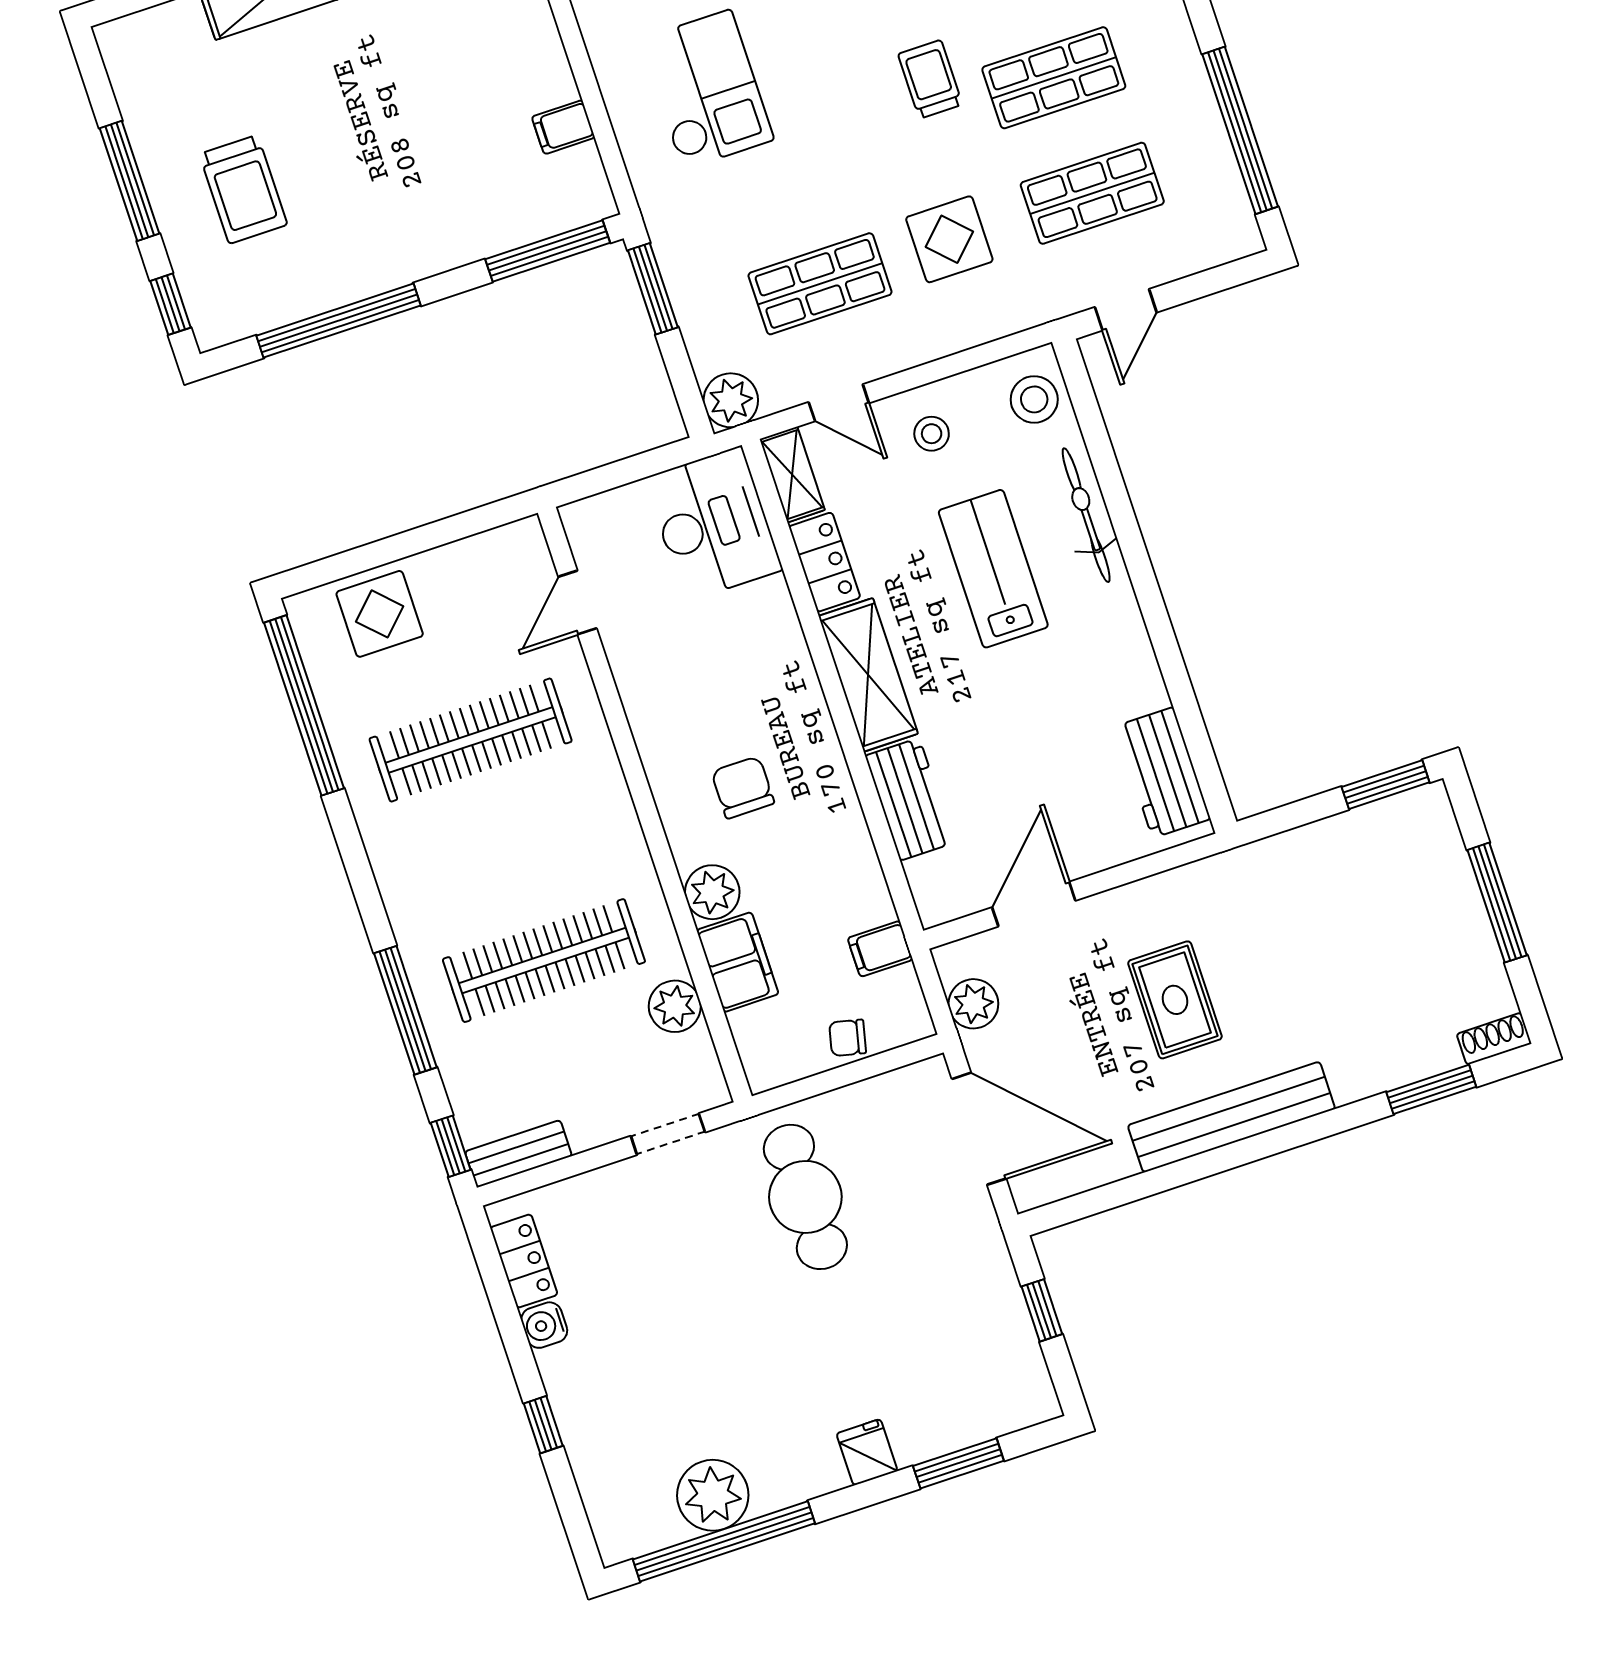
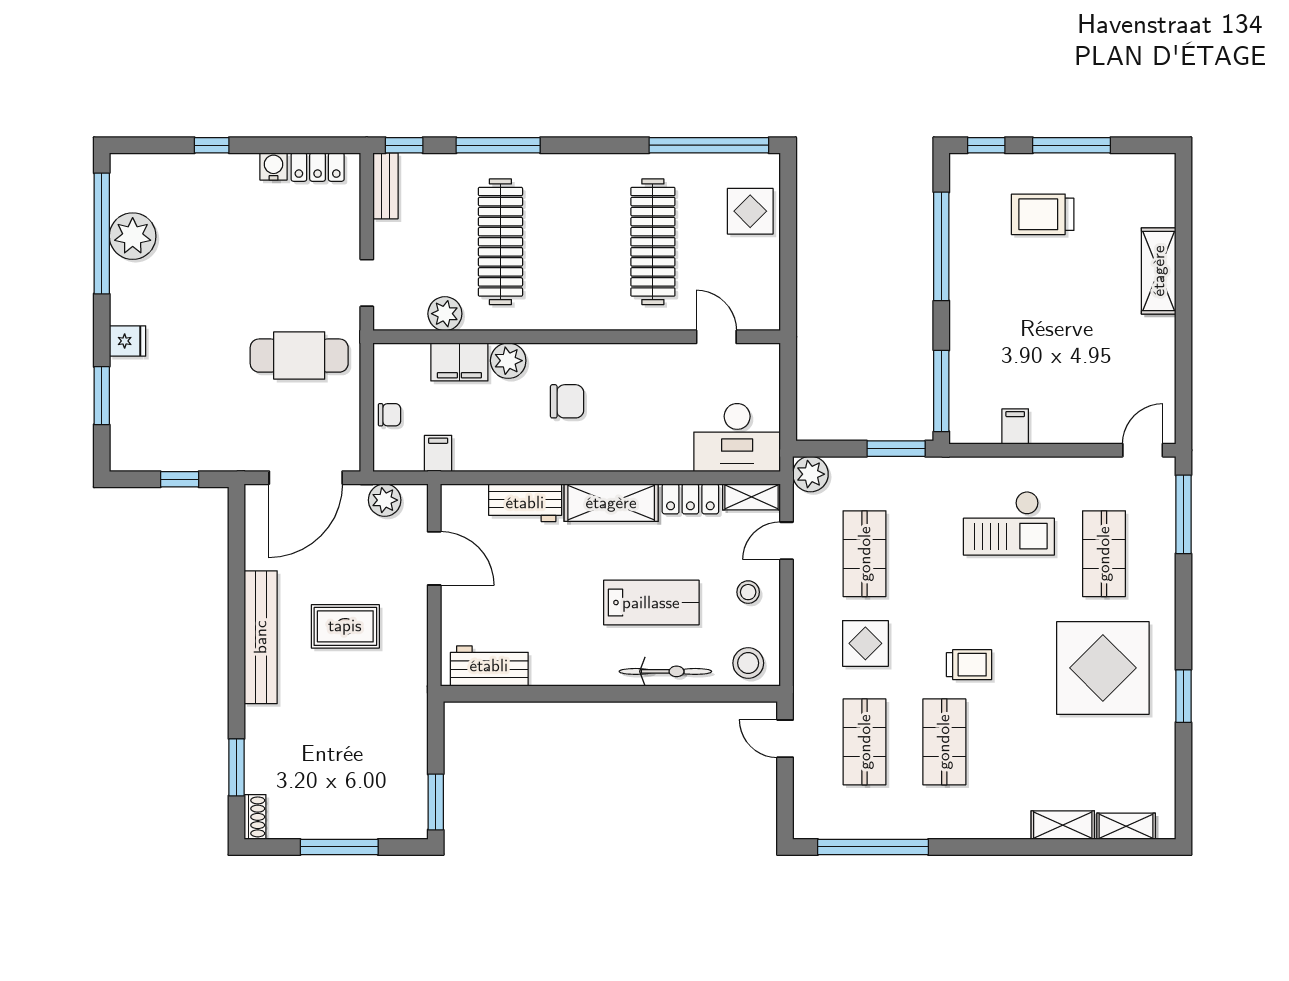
chair: (848, 1038) -> (390, 415), turned 77

